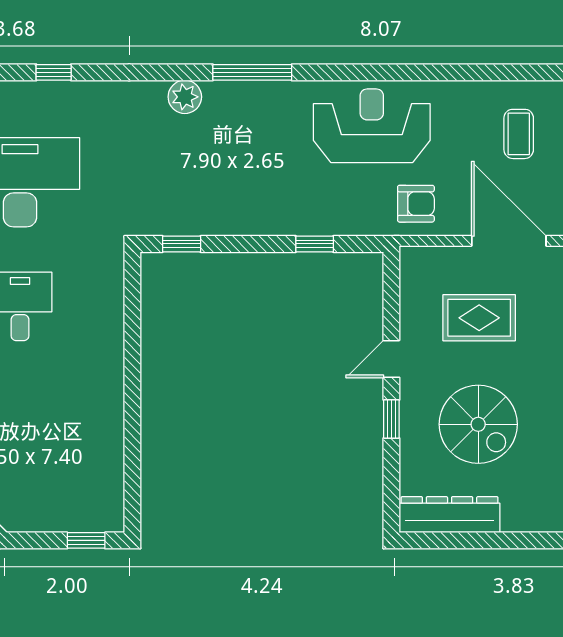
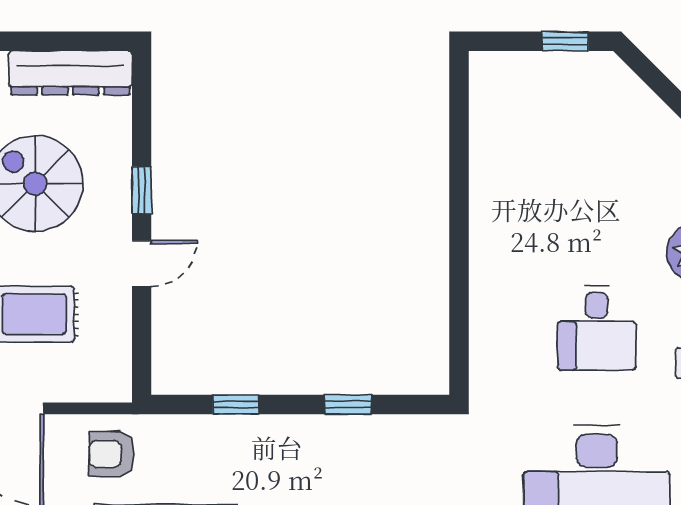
window: (182, 244) -> (348, 404), moved
window: (86, 540) -> (565, 41), moved

